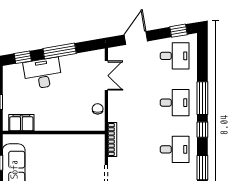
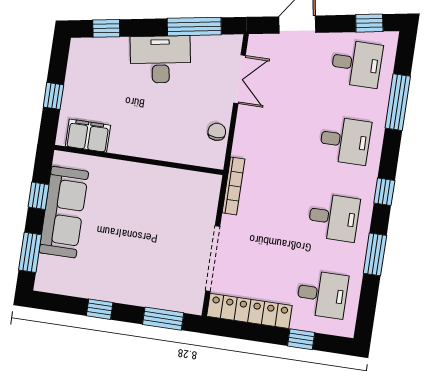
window: (60, 51) -> (194, 27), moved
desk: (43, 73) -> (160, 59), moved
window: (202, 98) -> (398, 102), moved

